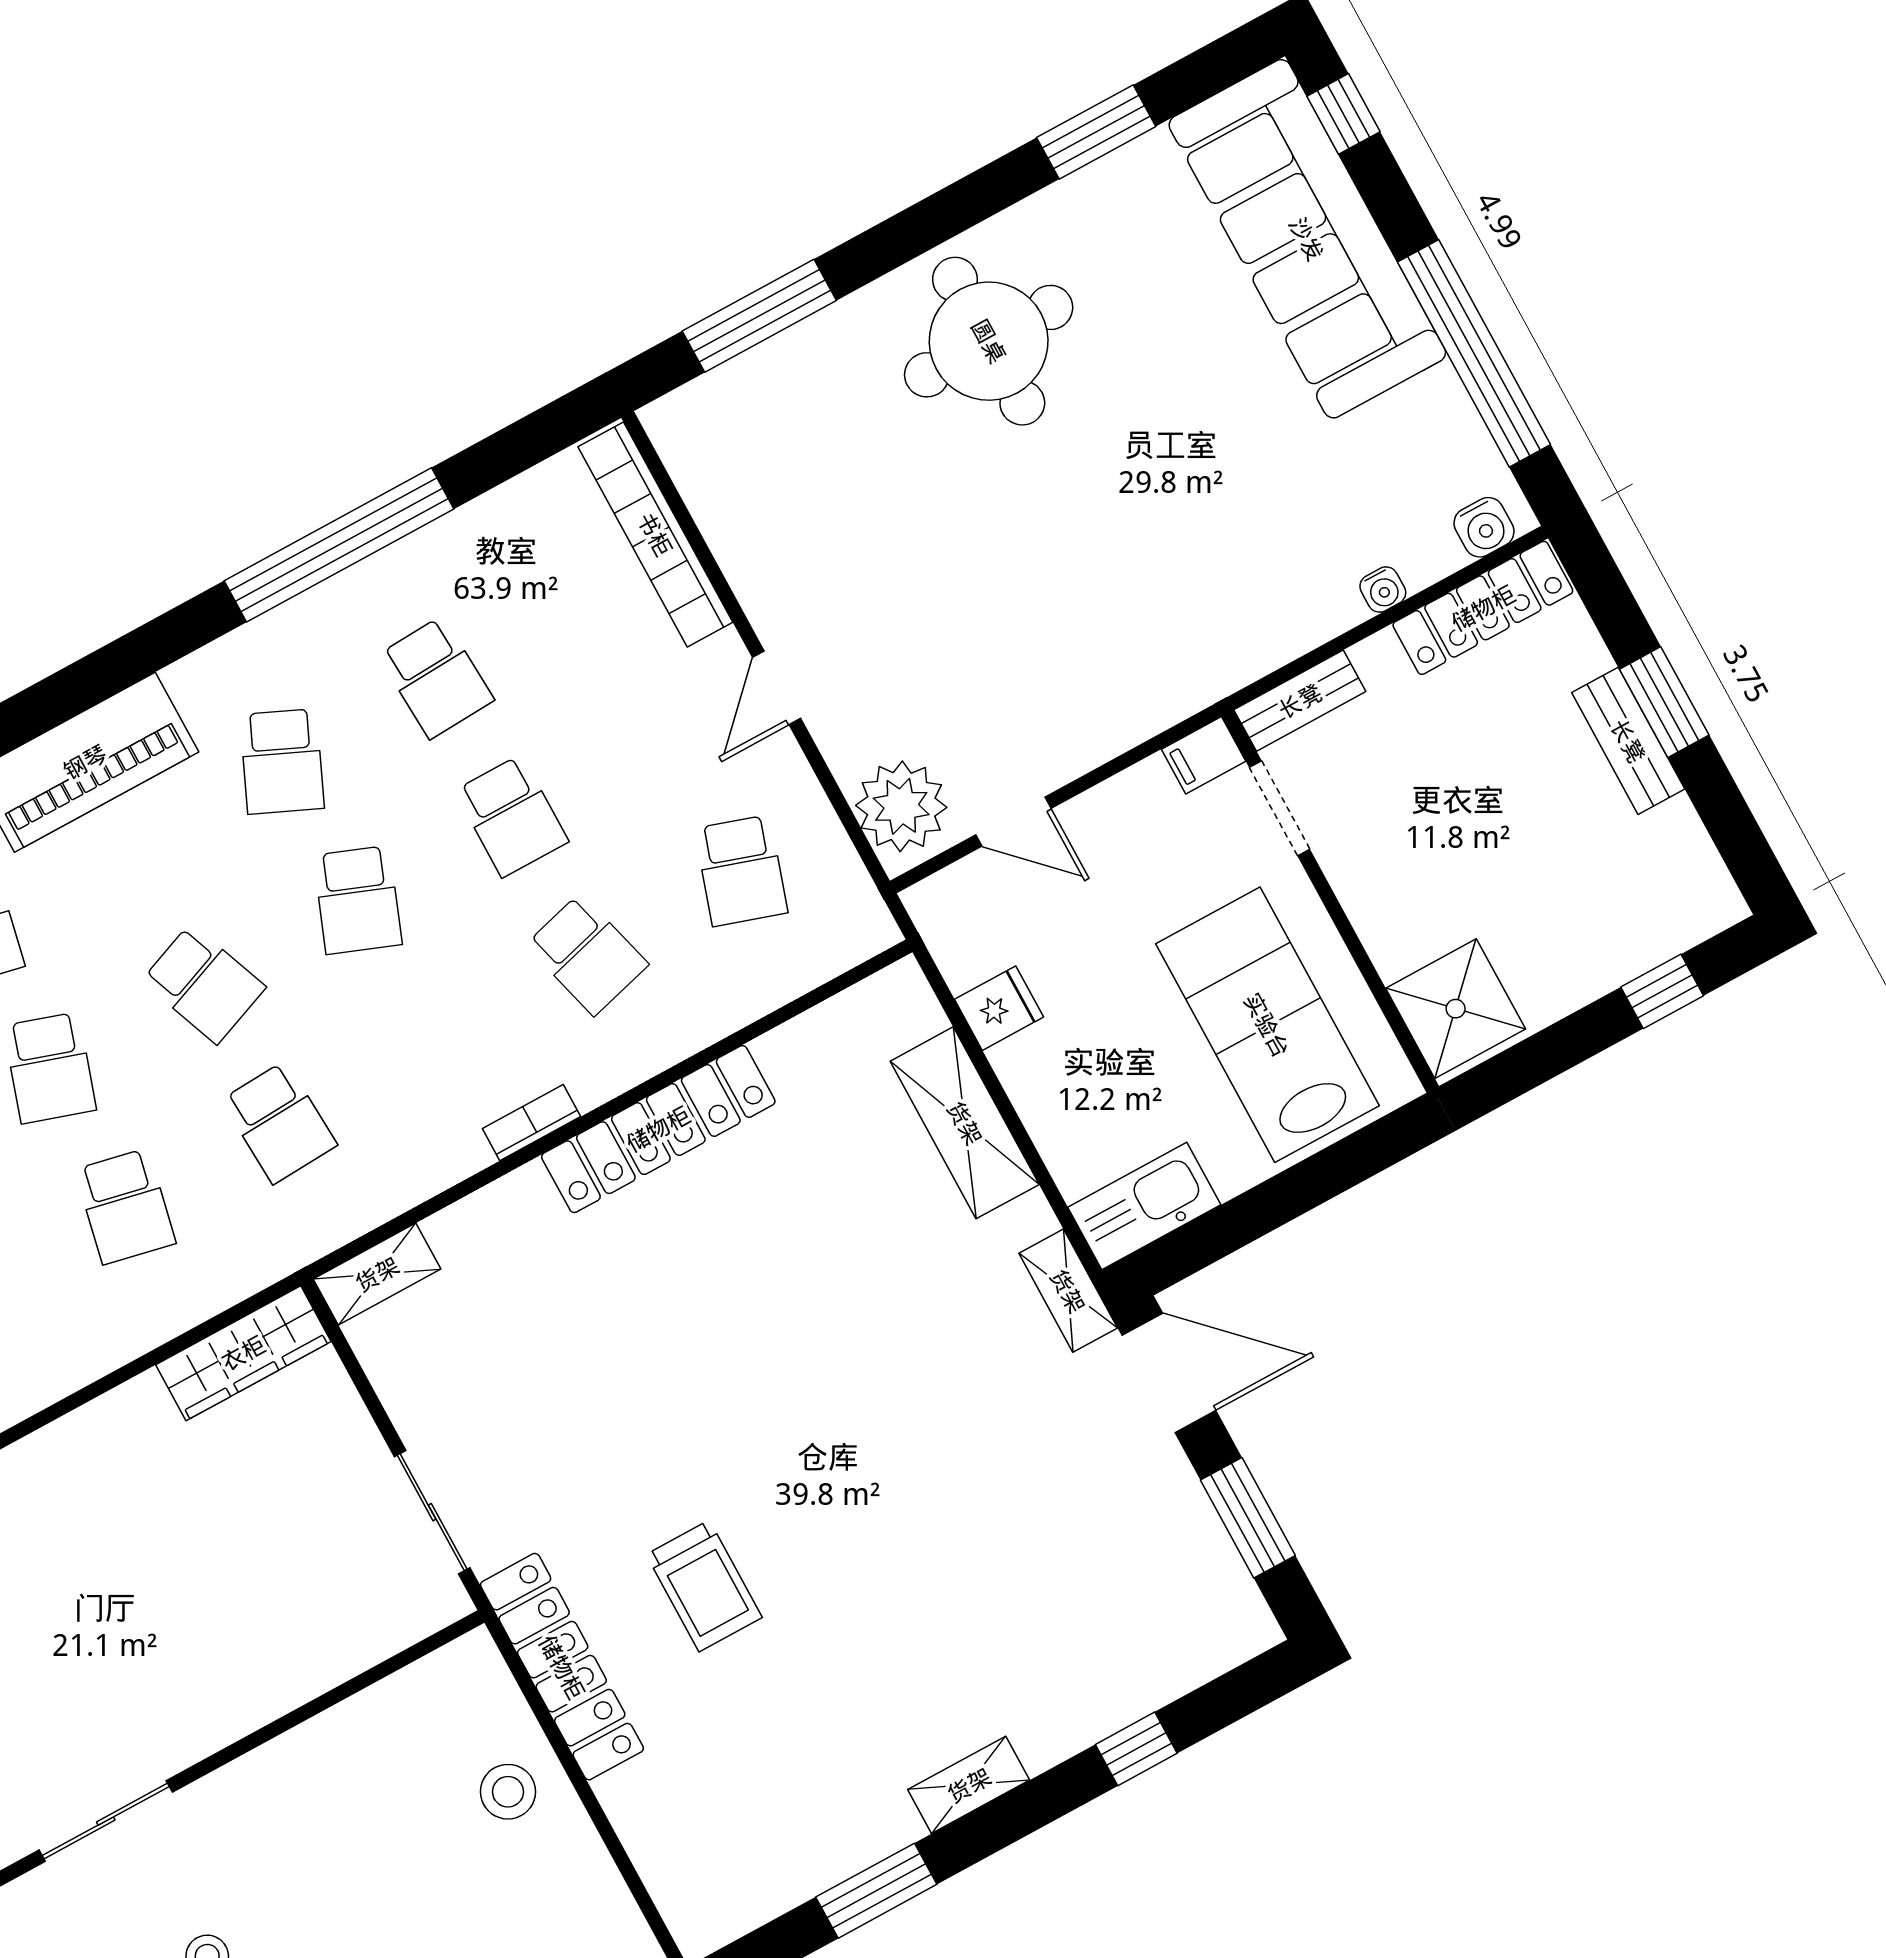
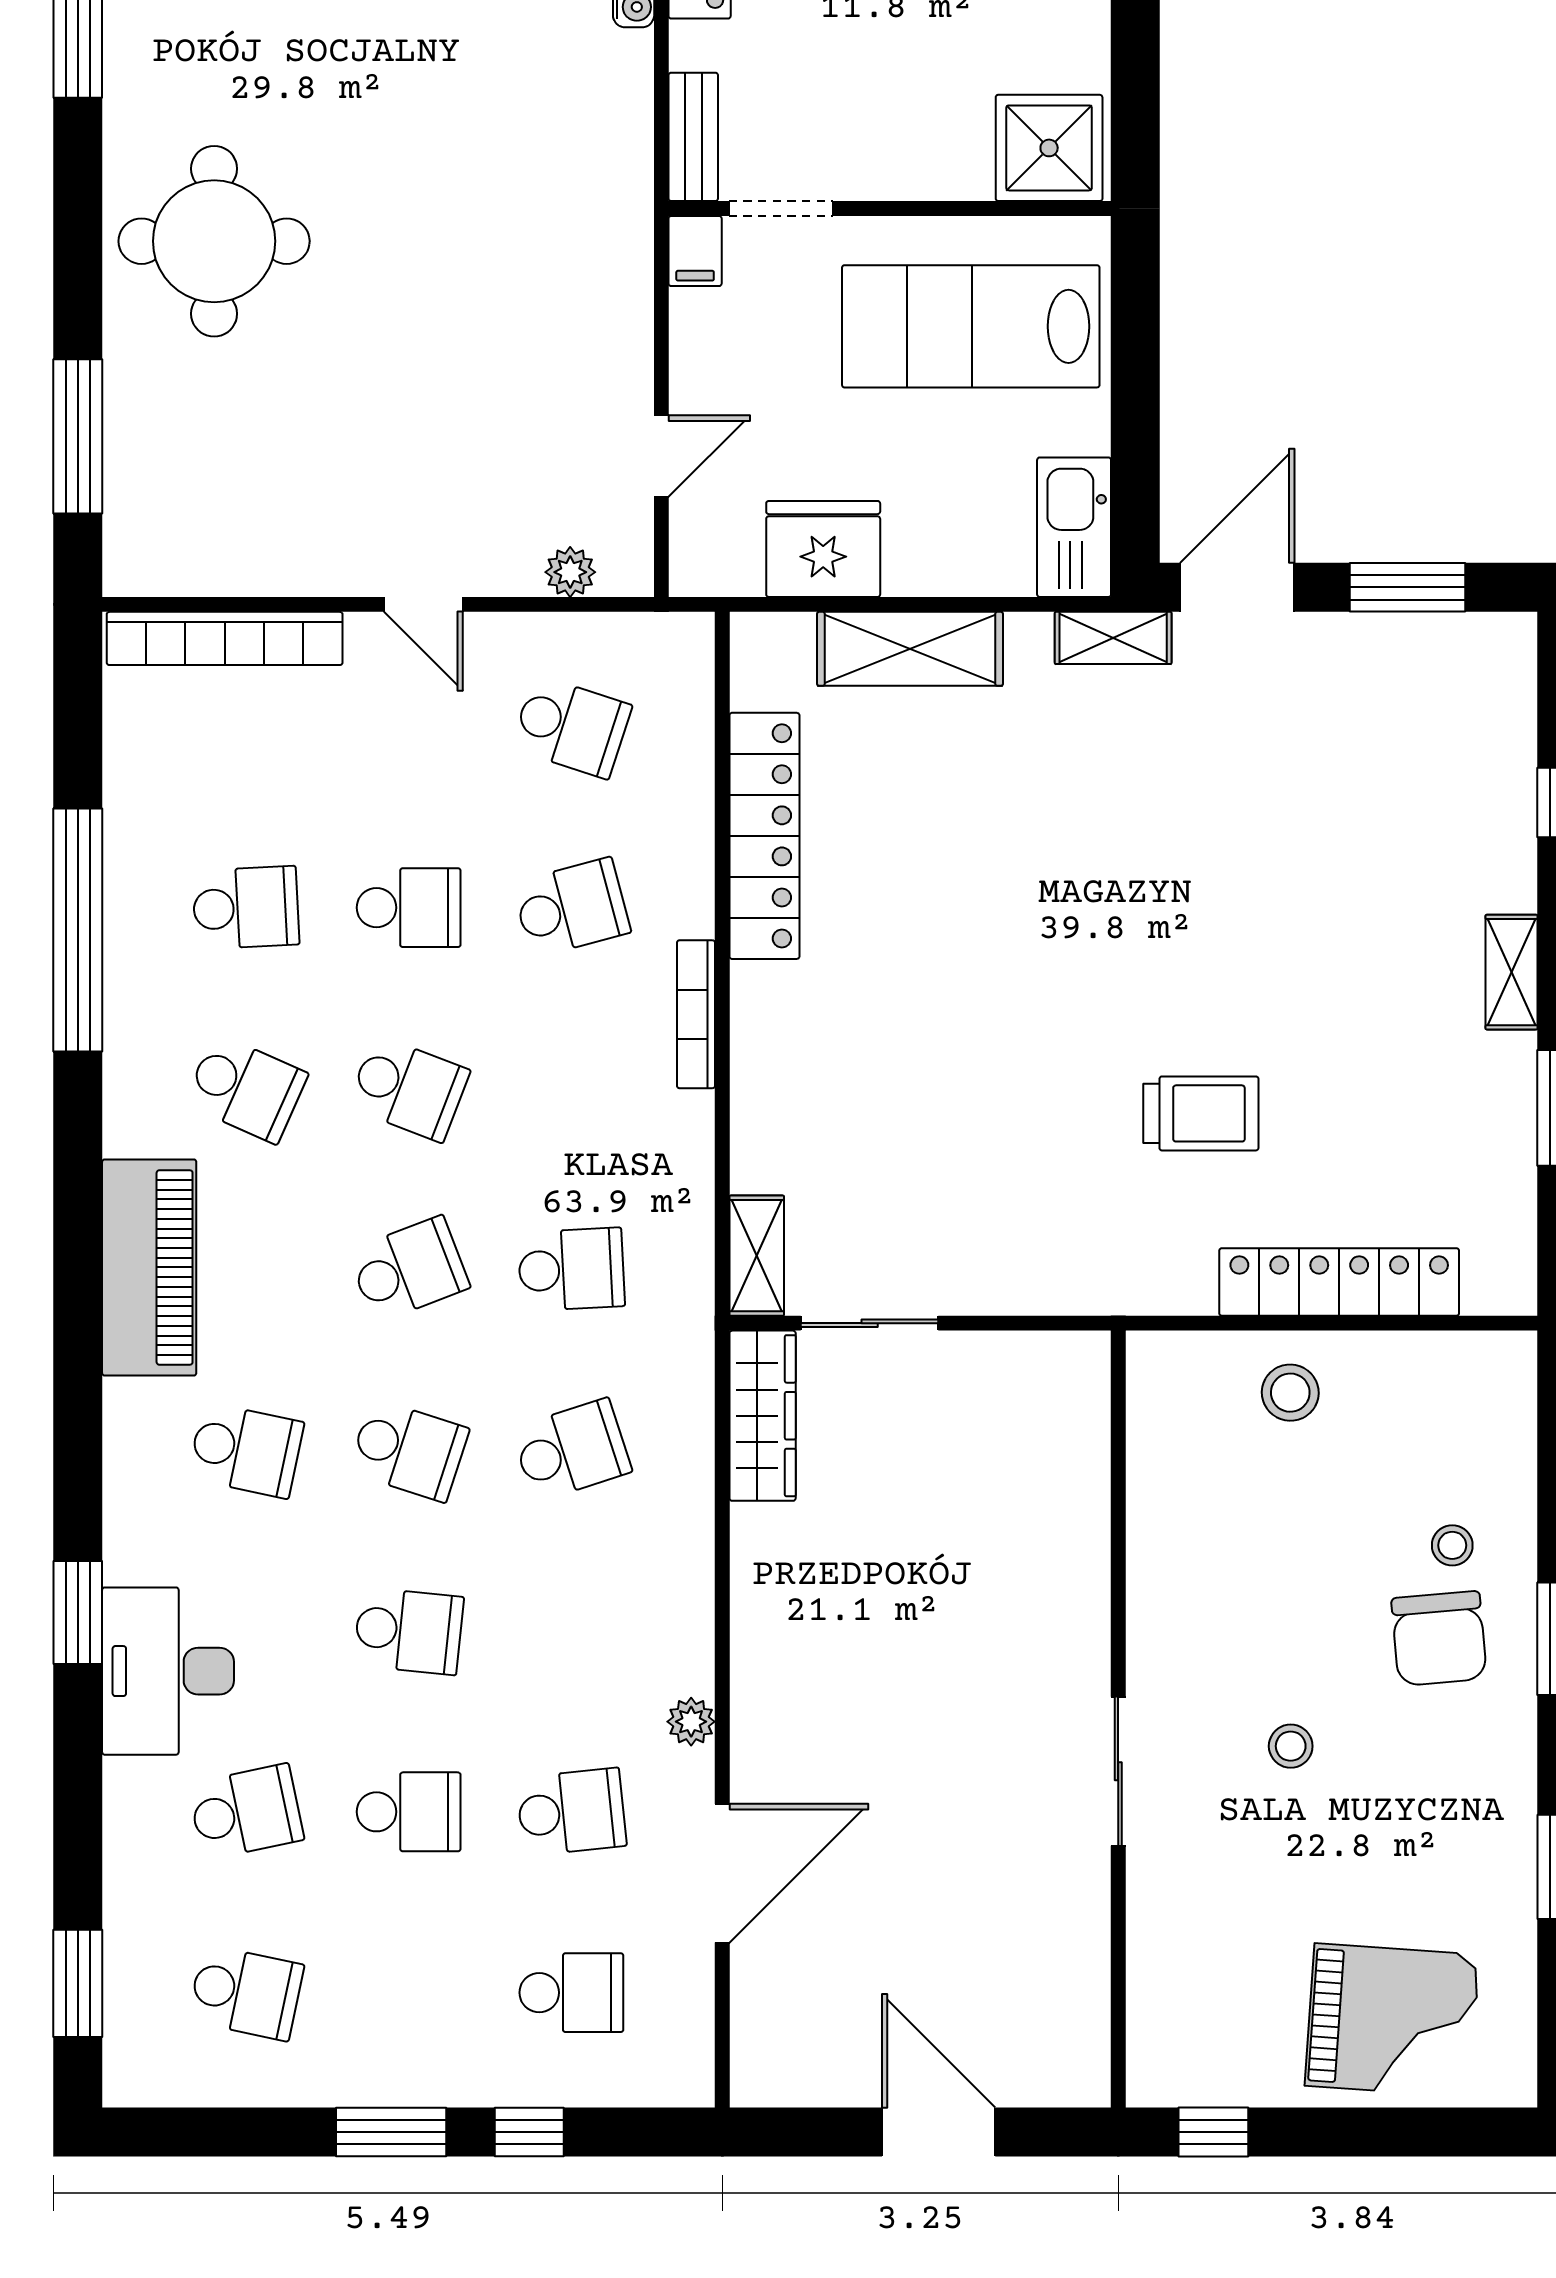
plant: (901, 806) -> (570, 572), width x0.53, depth x0.53
fridge: (999, 1008) -> (823, 549), width x1.88, depth x1.34
bookcase: (532, 1123) -> (696, 1014), width x1.56
locker: (658, 1129) -> (764, 836), moved
school desk: (125, 1206) -> (571, 1450), turned -30
sliding door: (432, 1512) -> (870, 1323), moved
locker: (562, 1667) -> (1339, 1282), moved

